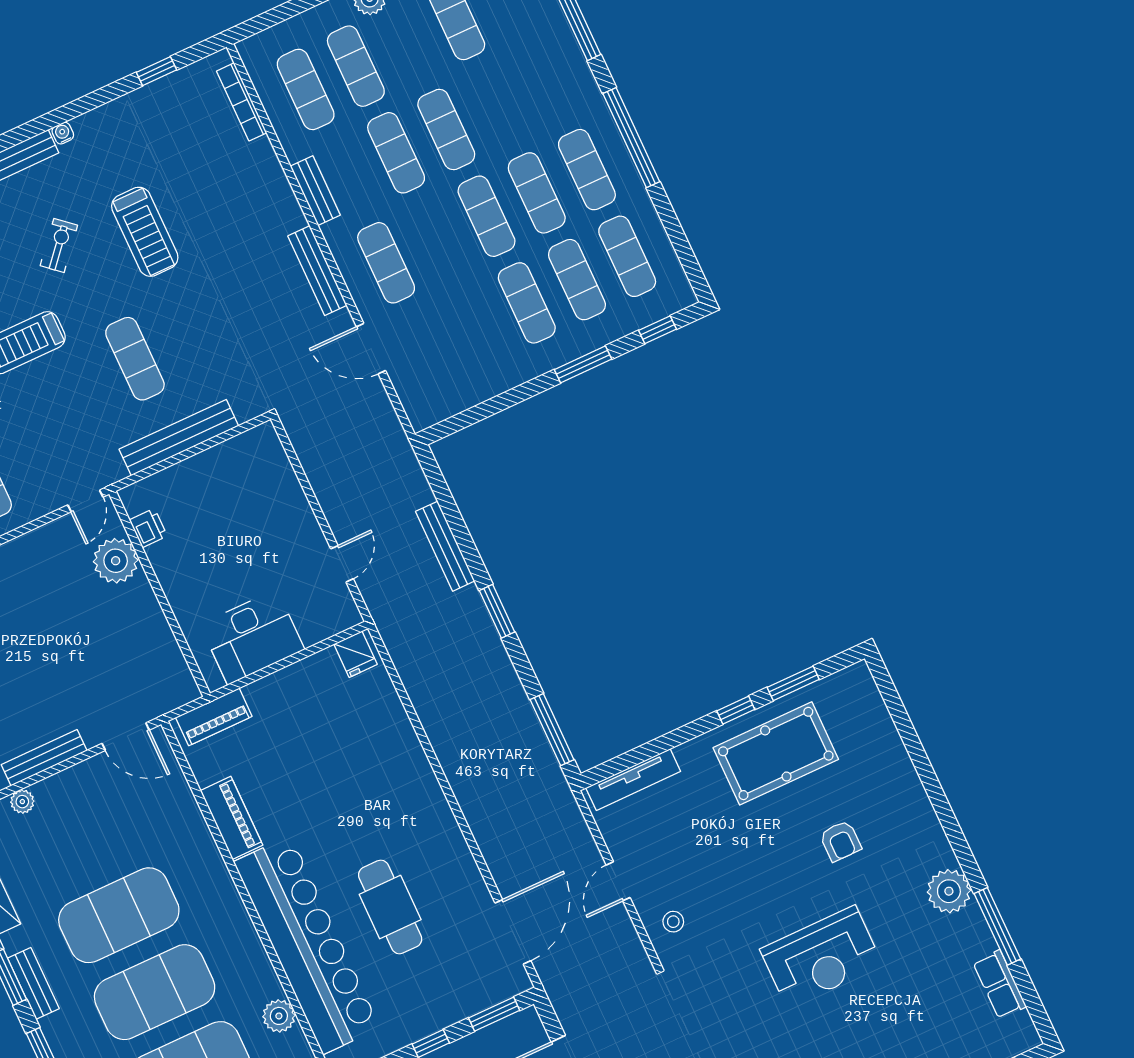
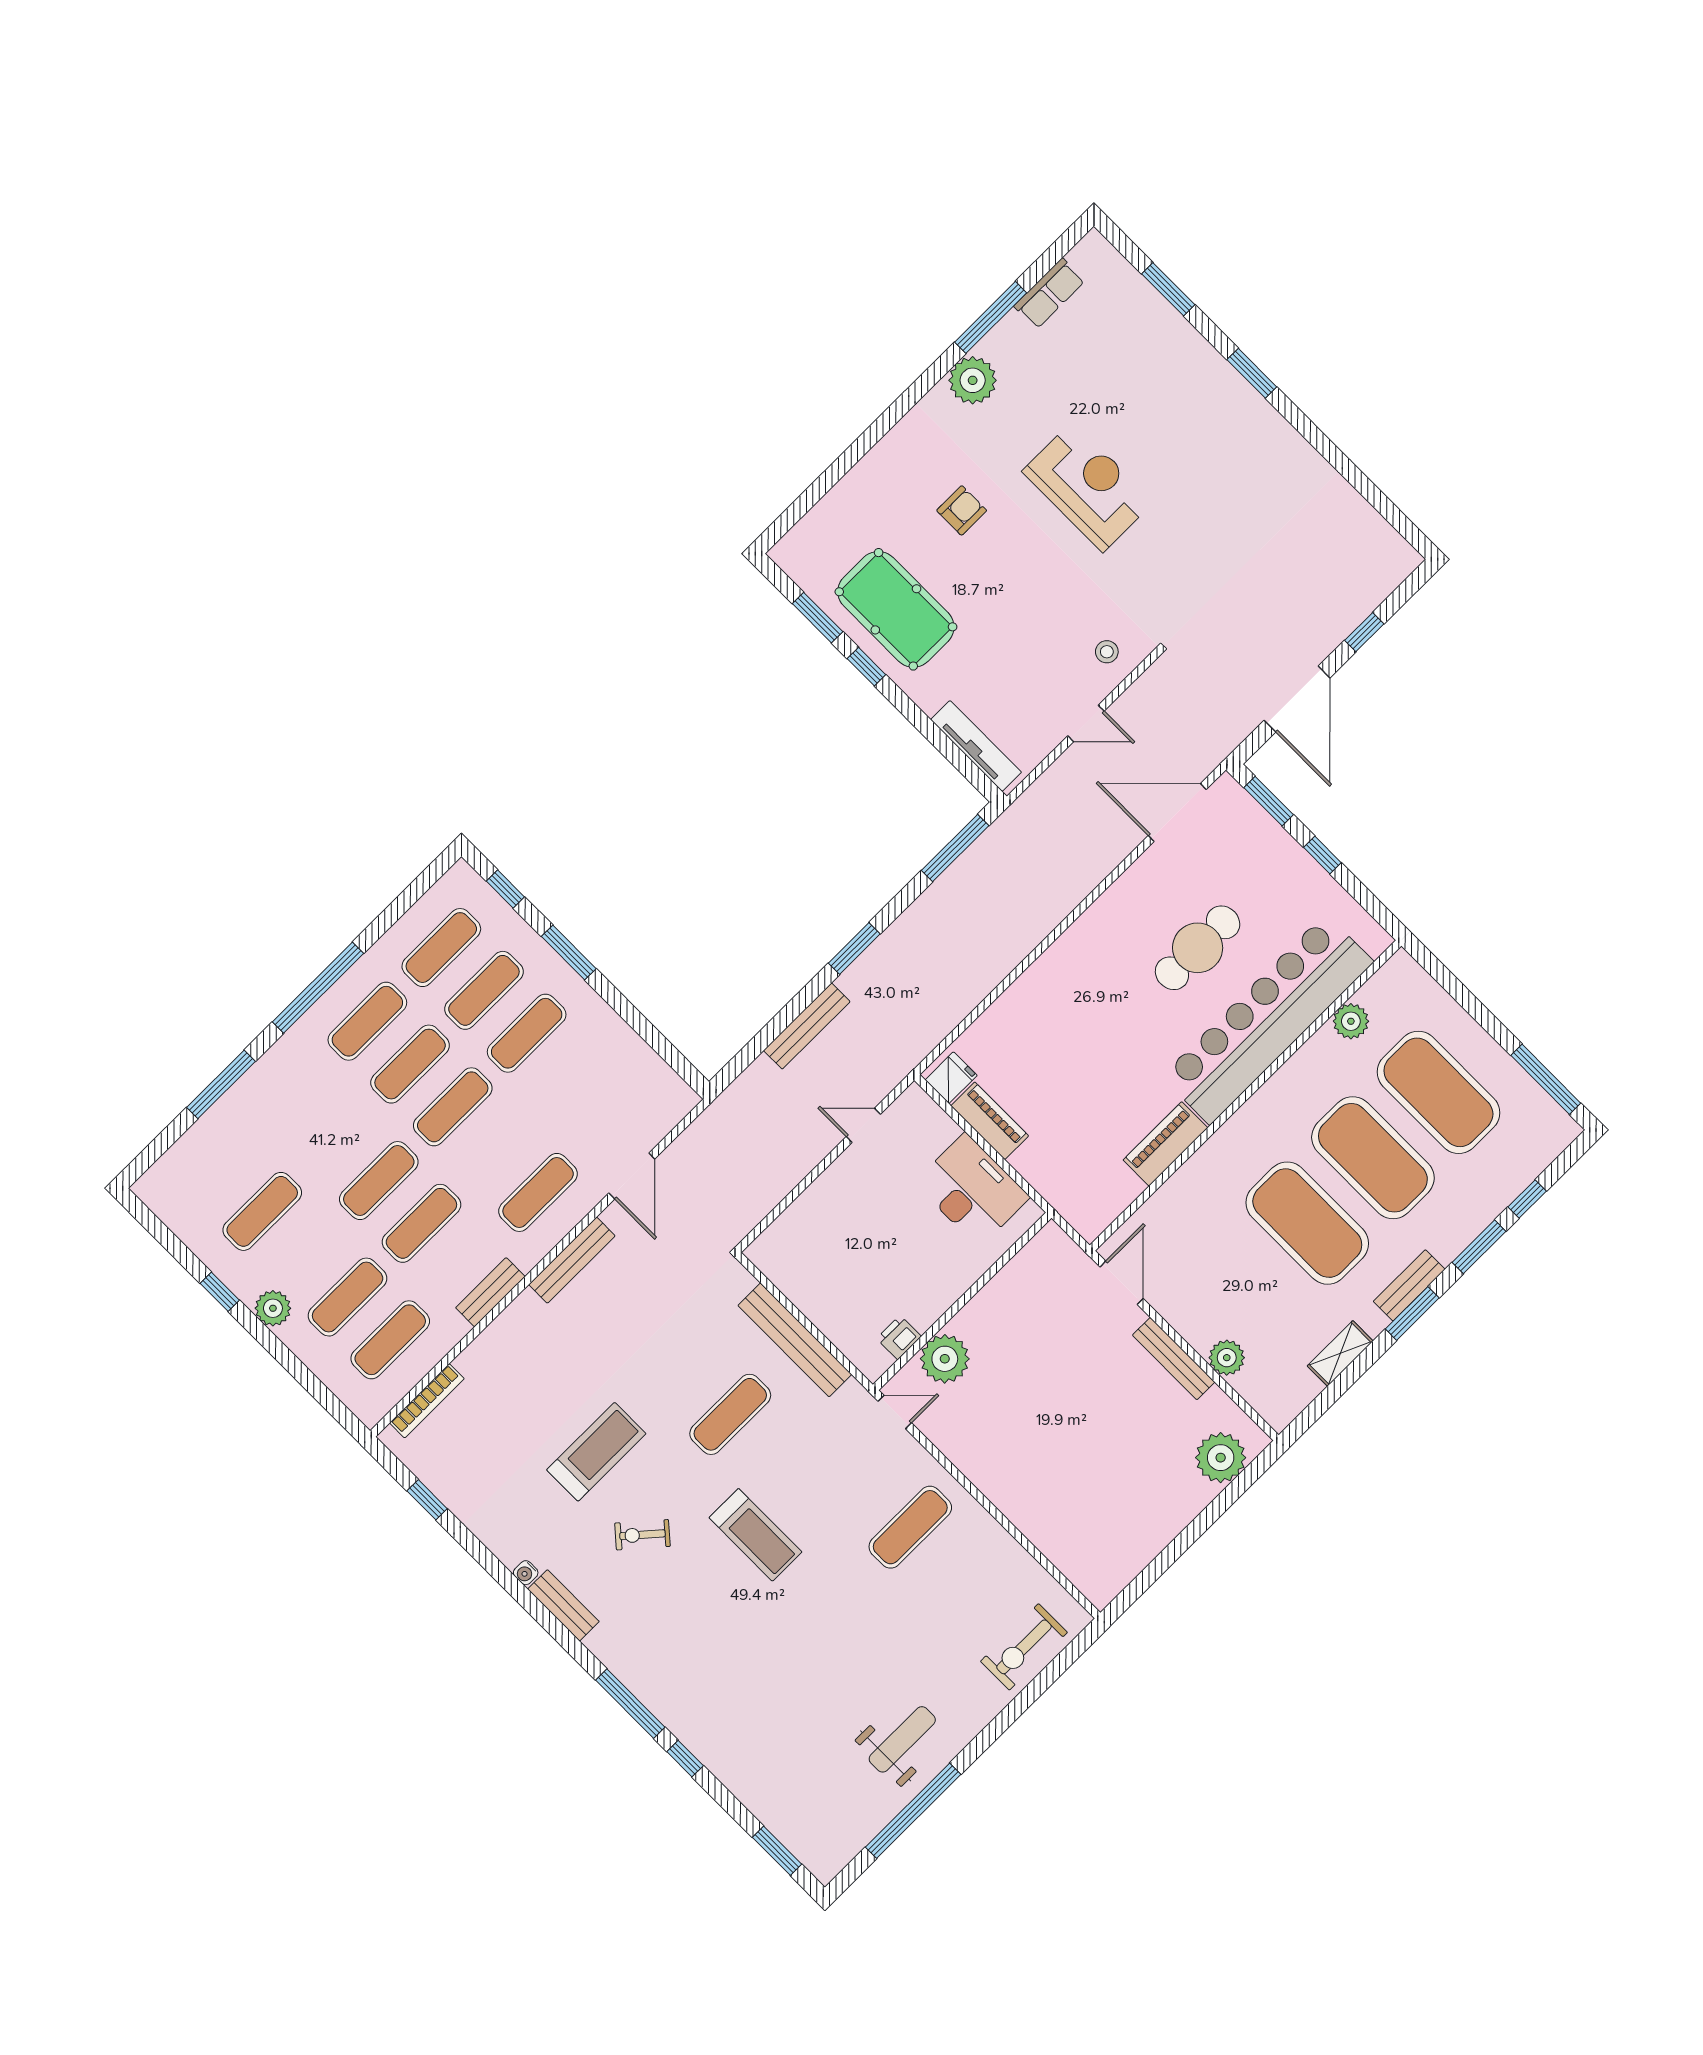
piano: (214, 717) -> (990, 1121), moved
plant: (22, 802) -> (1227, 1358), width x1.38, depth x1.38

